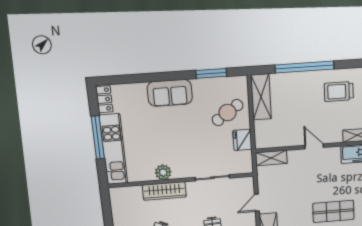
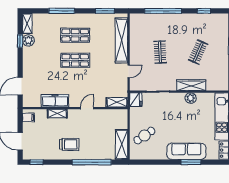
window: (211, 73) -> (191, 162), moved
sofa: (170, 93) -> (186, 151), width x1.36
fridge: (243, 140) -> (136, 100), moved
door: (314, 146) -> (87, 108), swing flipped

